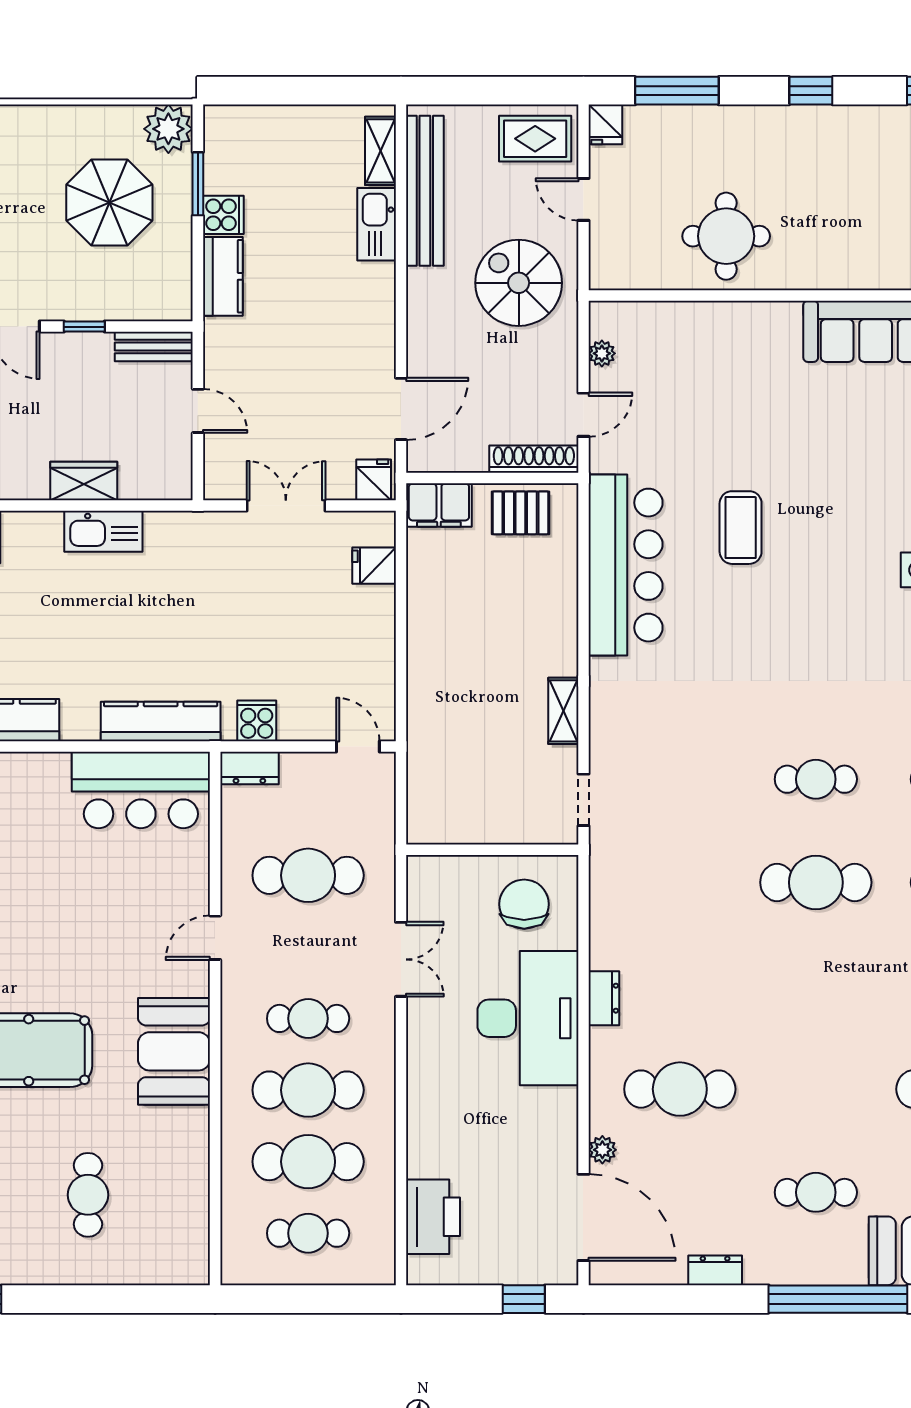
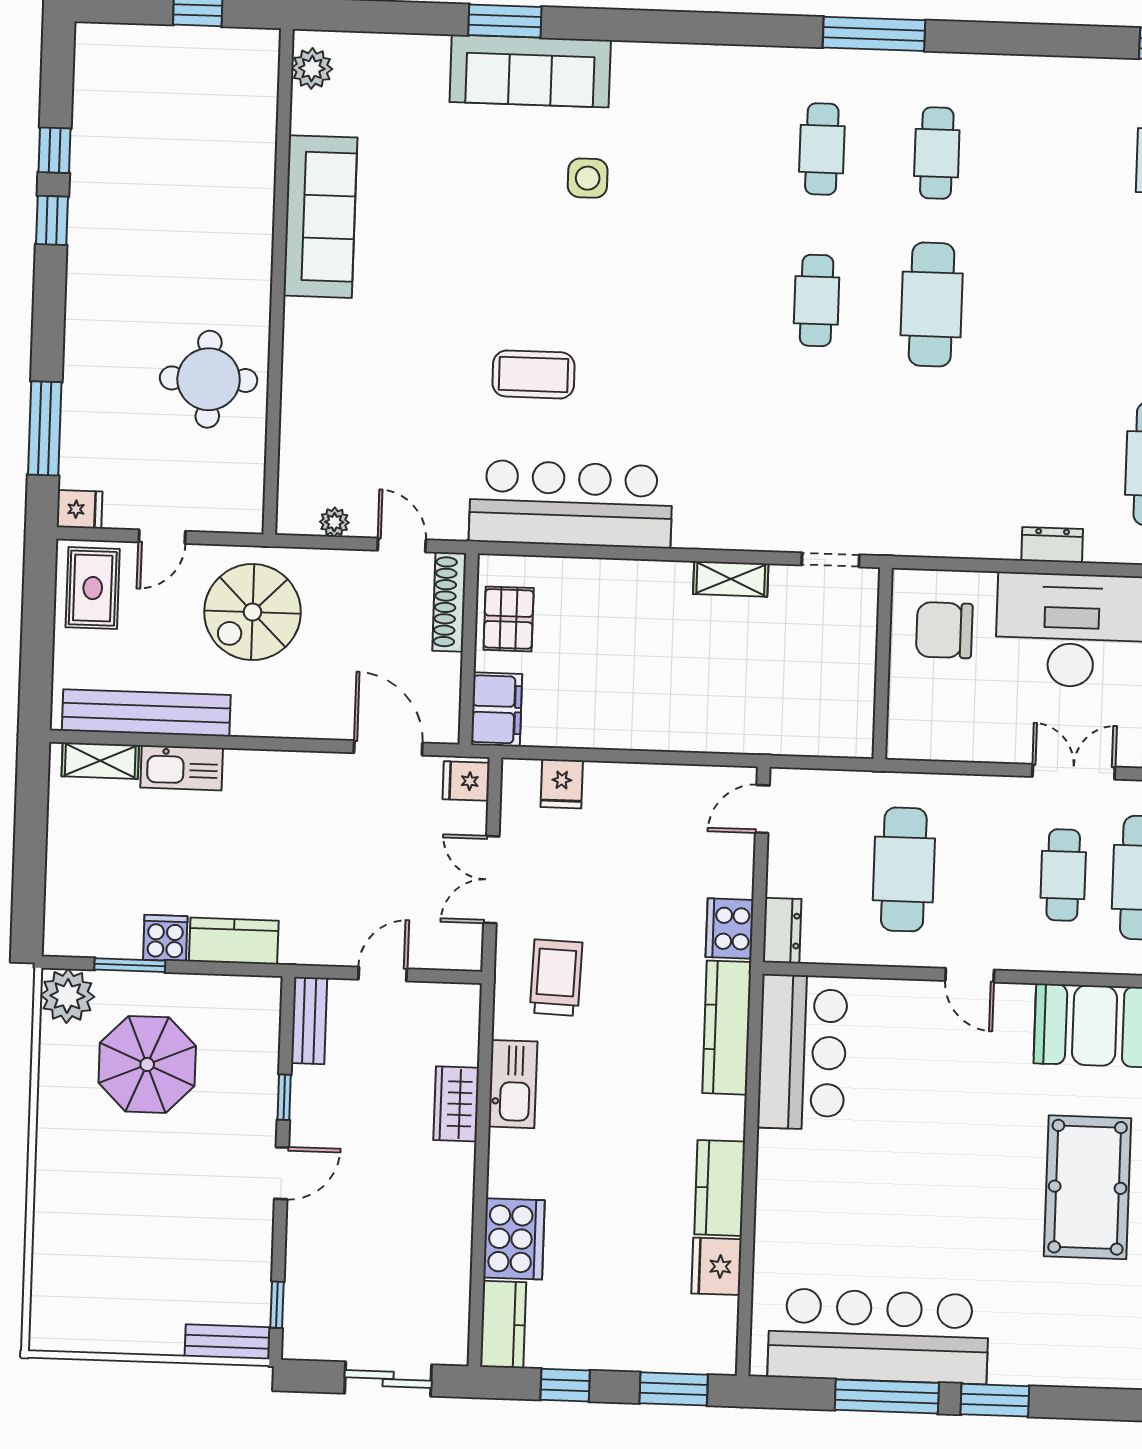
window: (811, 91) -> (52, 220), moved
trolley: (200, 567) -> (556, 978), added
cooker: (257, 721) -> (730, 928), width x1.36
double door: (401, 959) -> (1074, 772), moved

